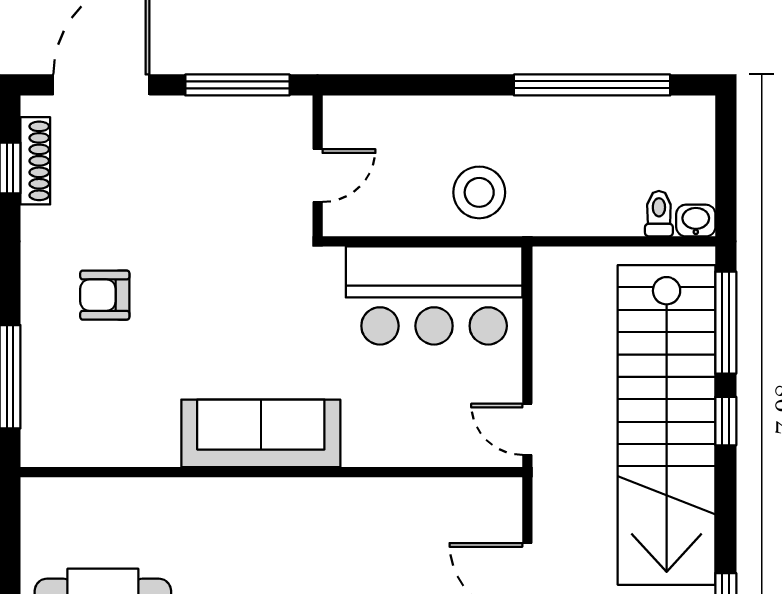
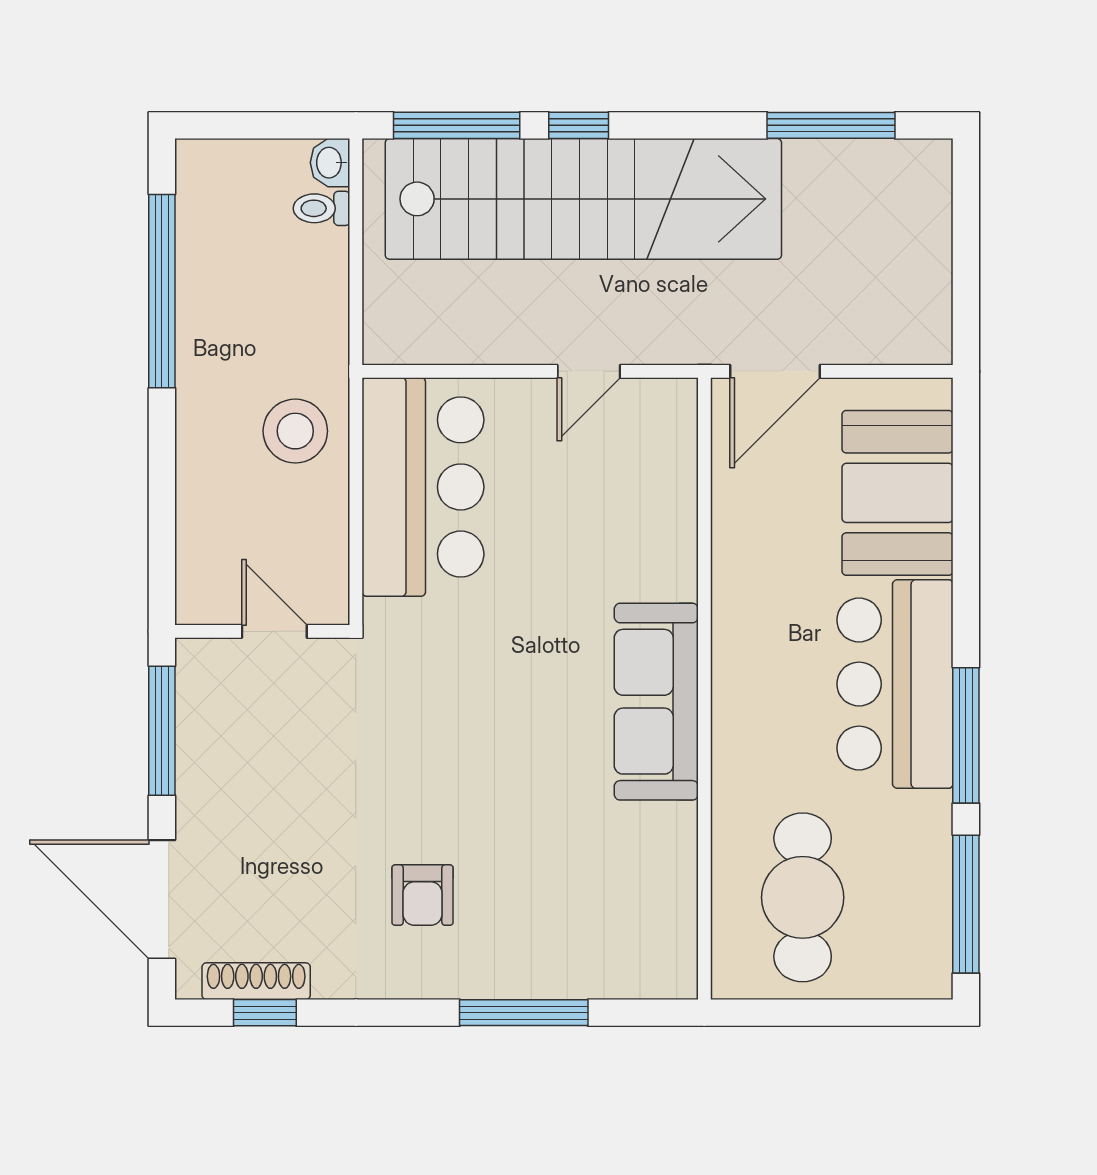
sofa: (261, 433) -> (656, 702), moved
wall: (271, 472) -> (704, 689), moved

